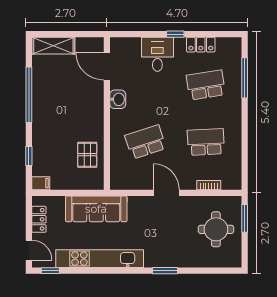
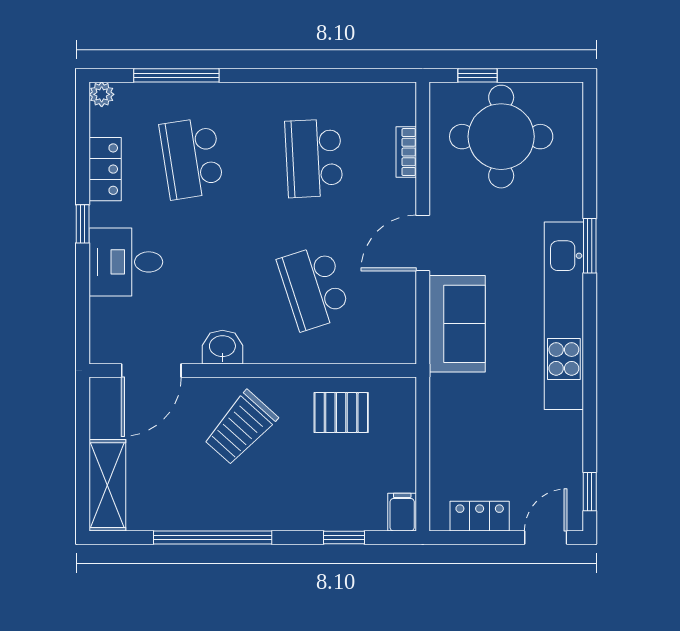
plant: (236, 43) -> (102, 94), added
trolley: (80, 108) -> (241, 428), added
sofa: (96, 209) -> (457, 324), moved, width x0.73
window: (245, 218) -> (478, 75), width x0.67
round table: (216, 229) -> (501, 137), width x1.36, depth x1.36
kitchen unit: (100, 259) -> (564, 316), moved

